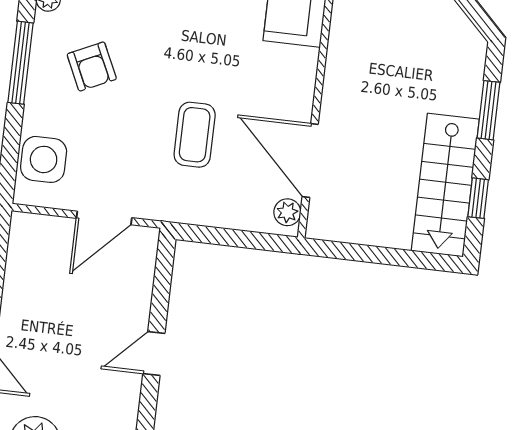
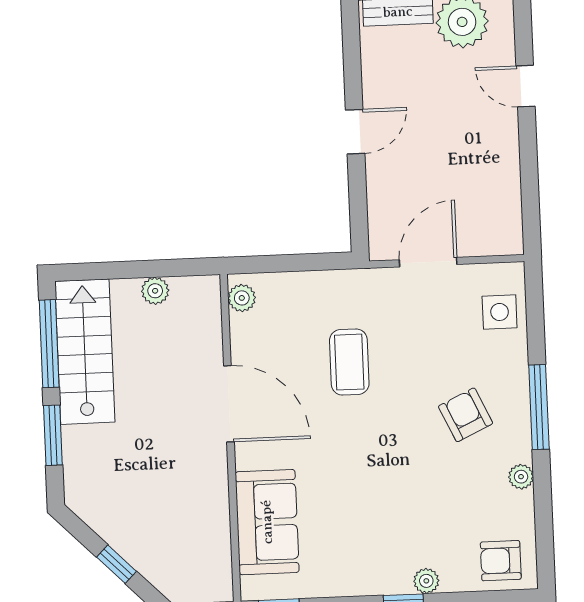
side table: (44, 159) -> (500, 312), width x0.73, depth x0.73
door: (310, 160) -> (229, 404), moved
window: (478, 198) -> (49, 344), width x2.17
plant: (369, 232) -> (155, 291), added

